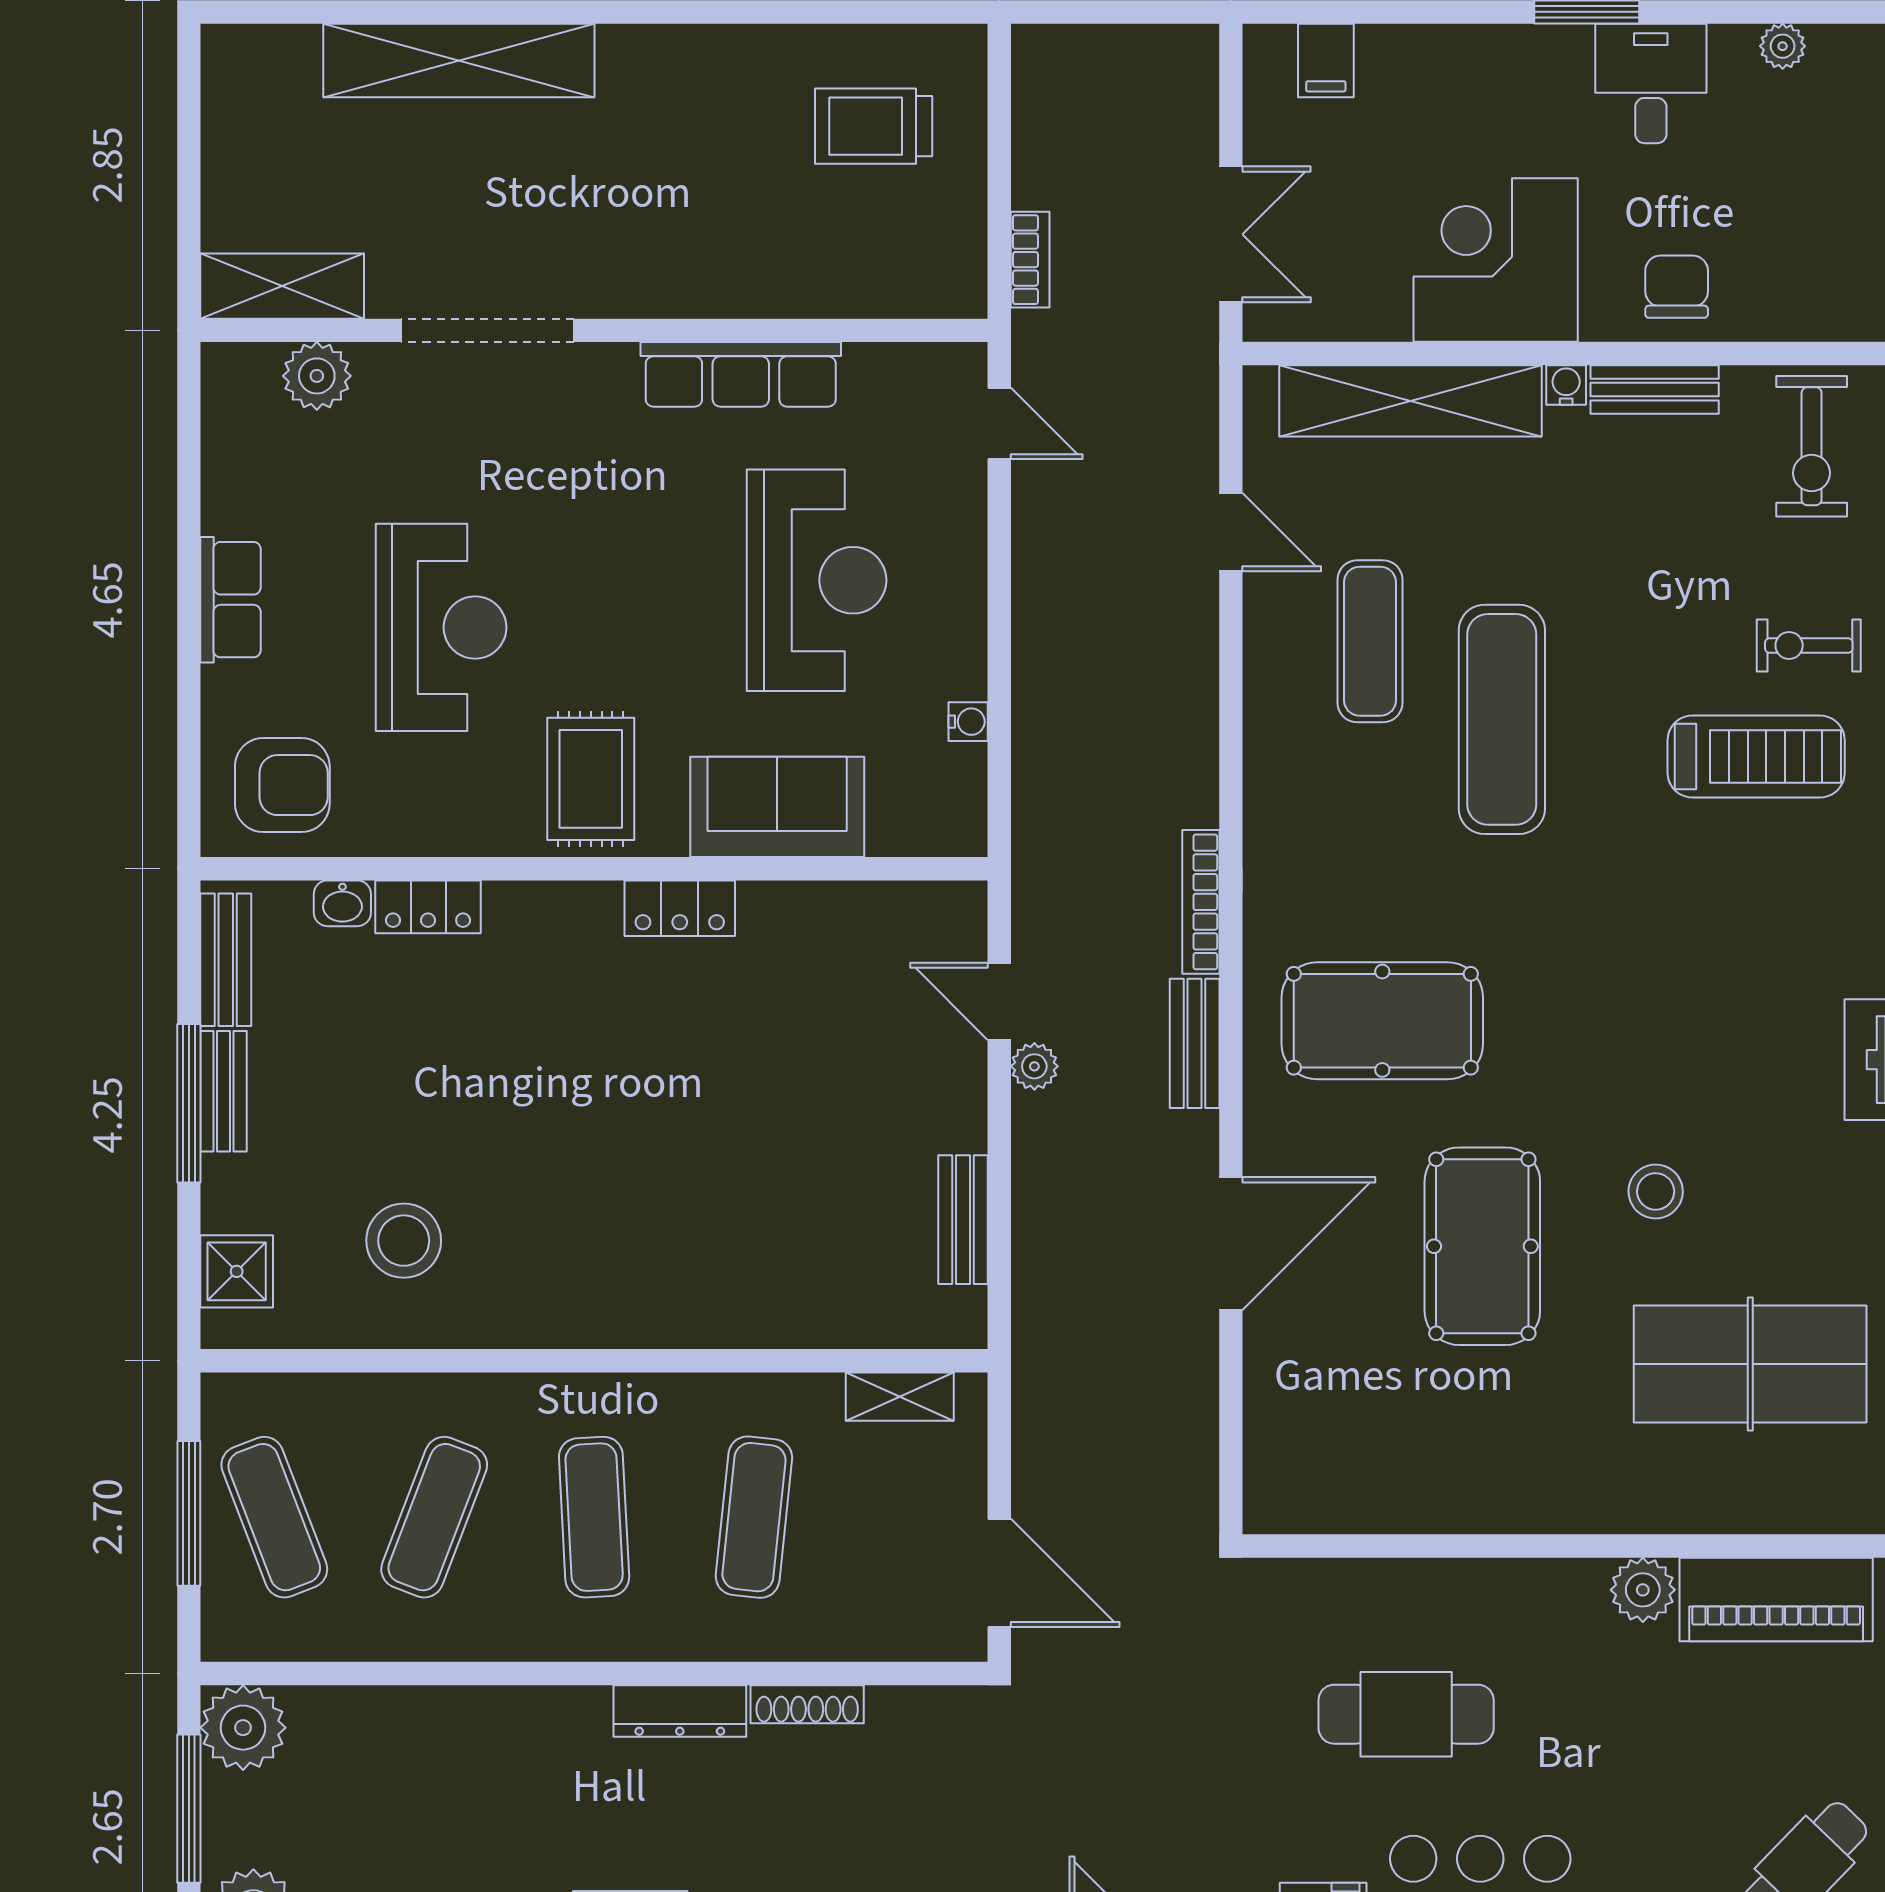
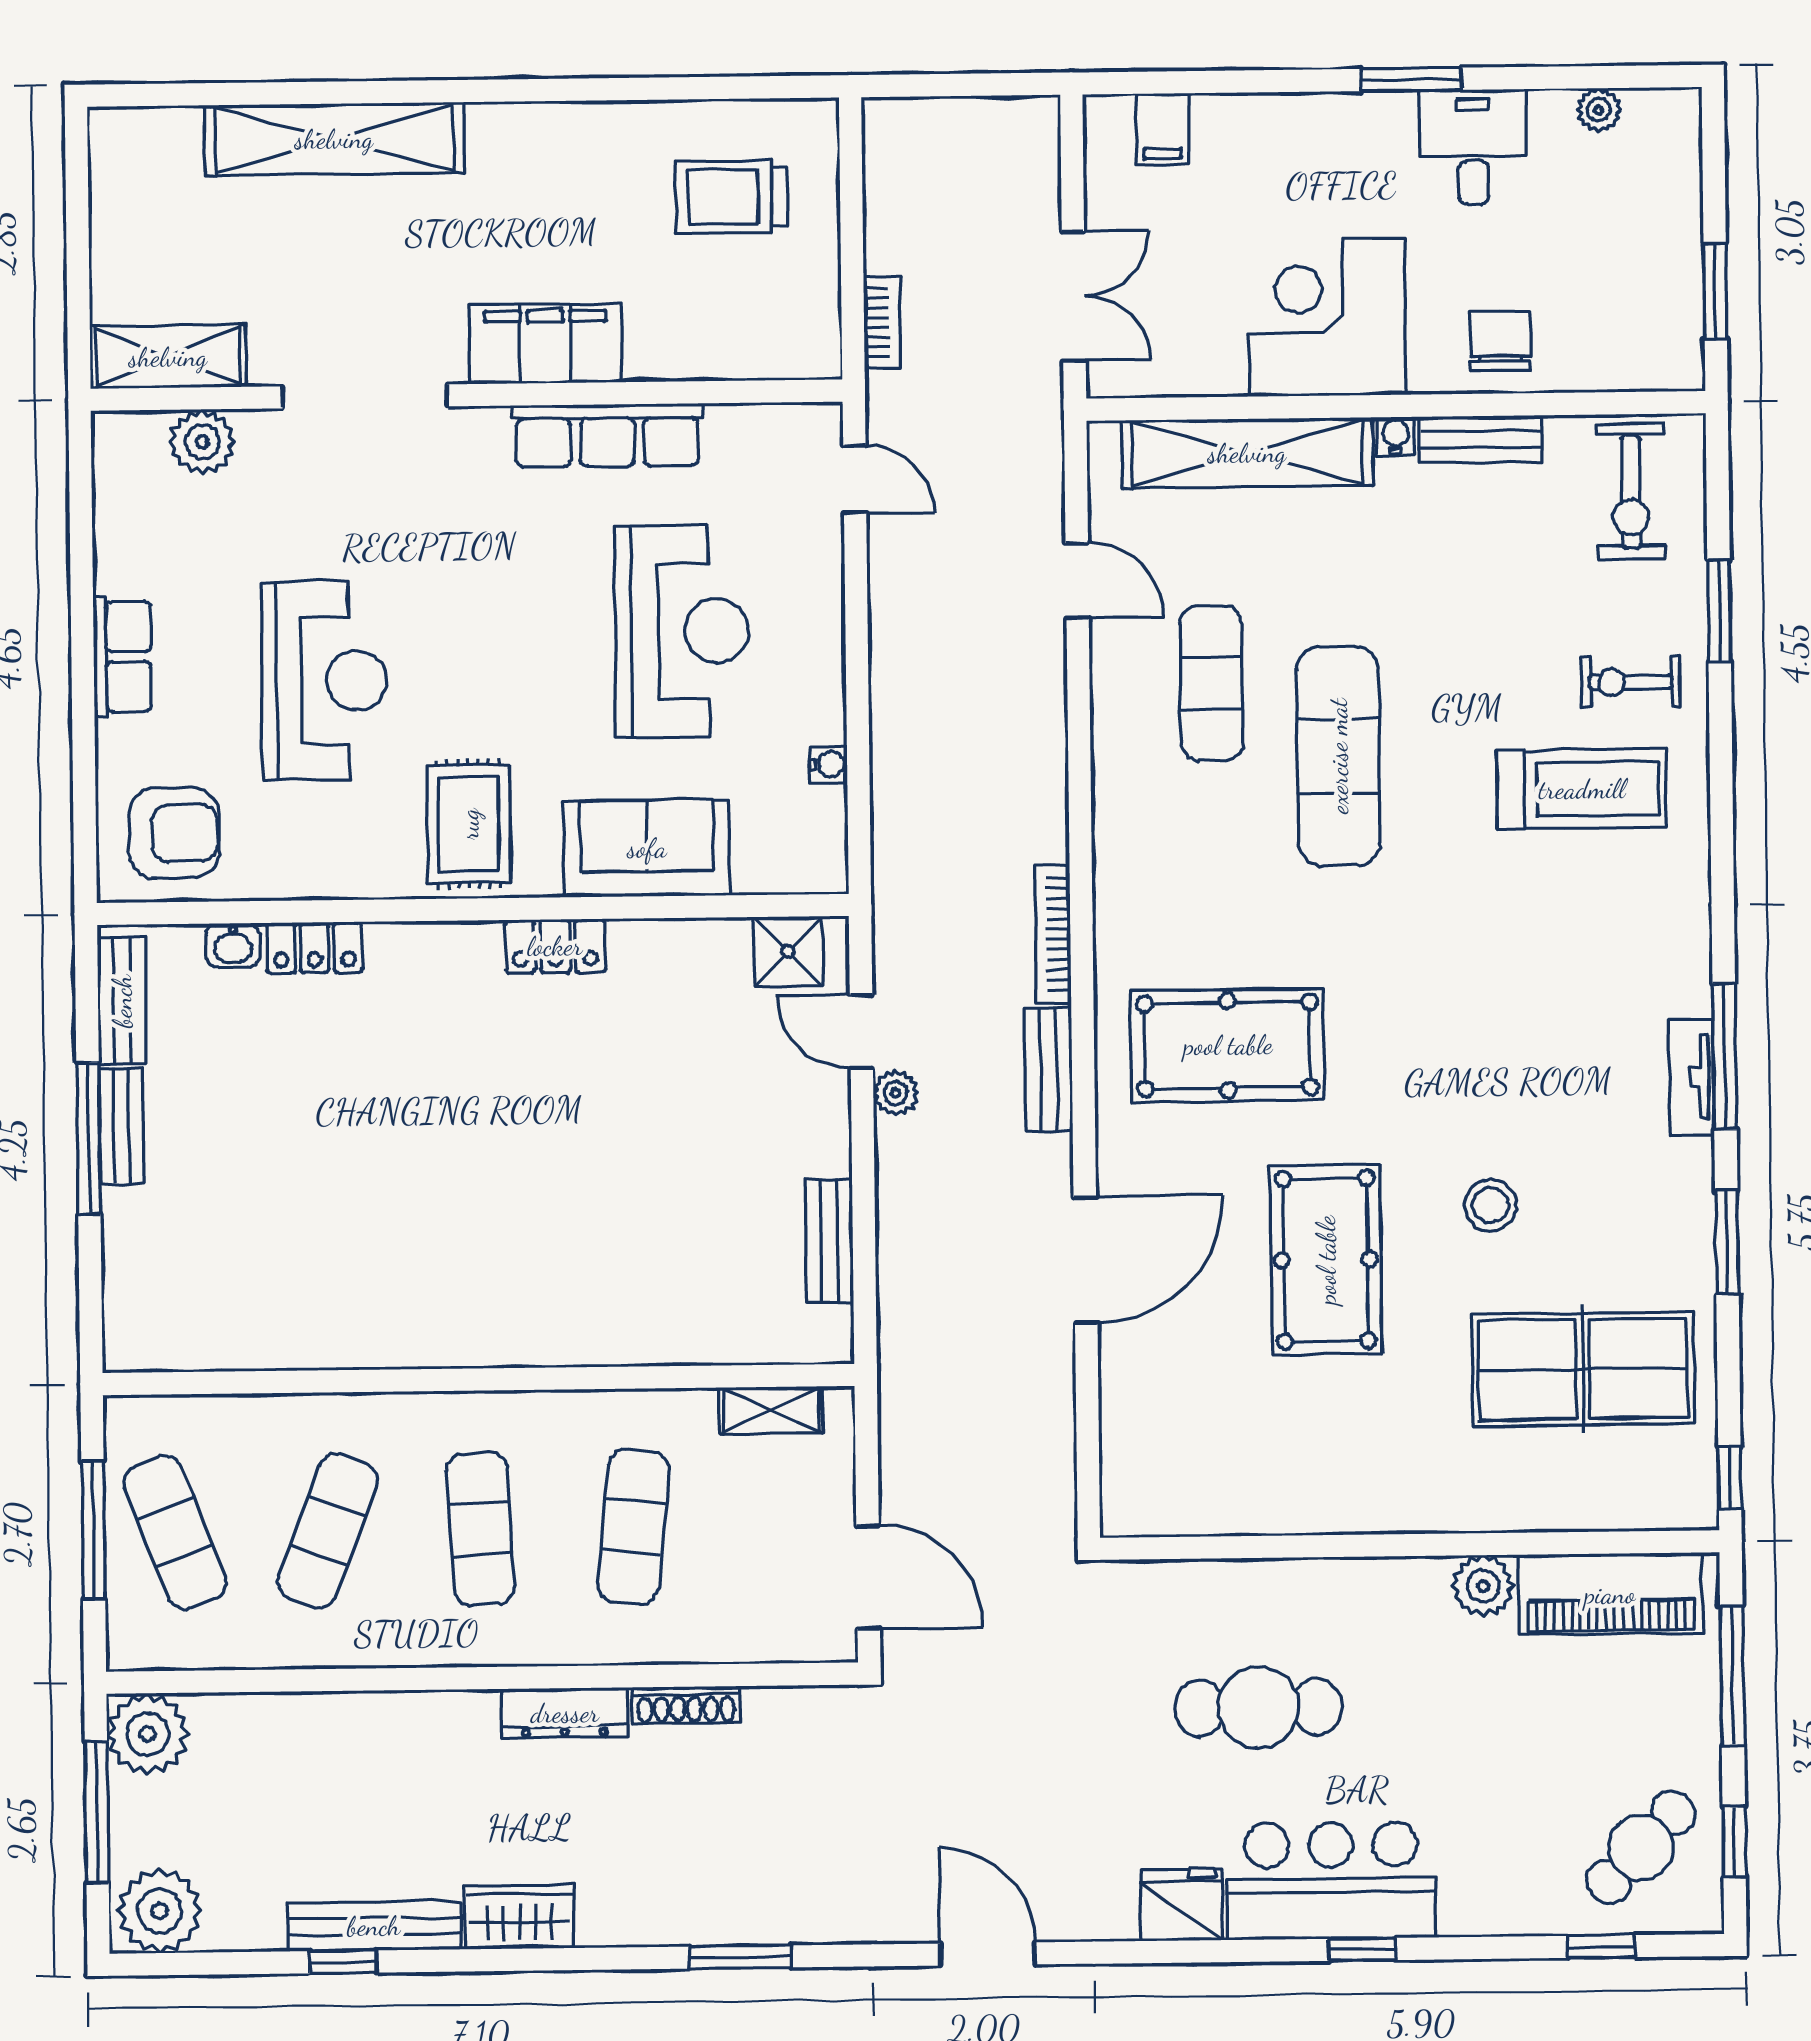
filing cabinet: (677, 277) -> (545, 344), added
stool: (404, 1241) -> (295, 1267), removed
shower: (237, 1271) -> (788, 951), moved

